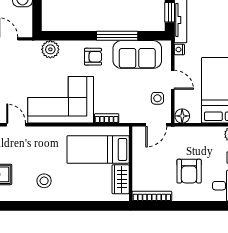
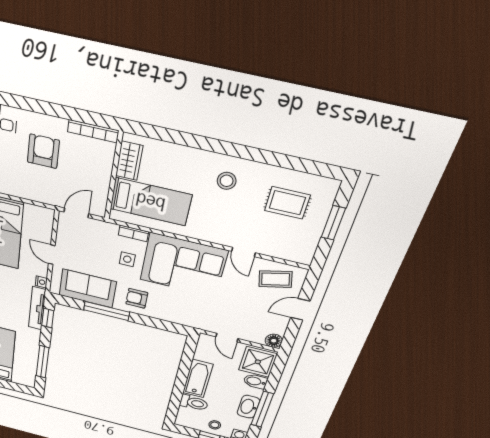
plant: (50, 49) -> (183, 317), removed
side table: (157, 98) -> (127, 259), moved
floor lamp: (182, 116) -> (45, 215), removed

